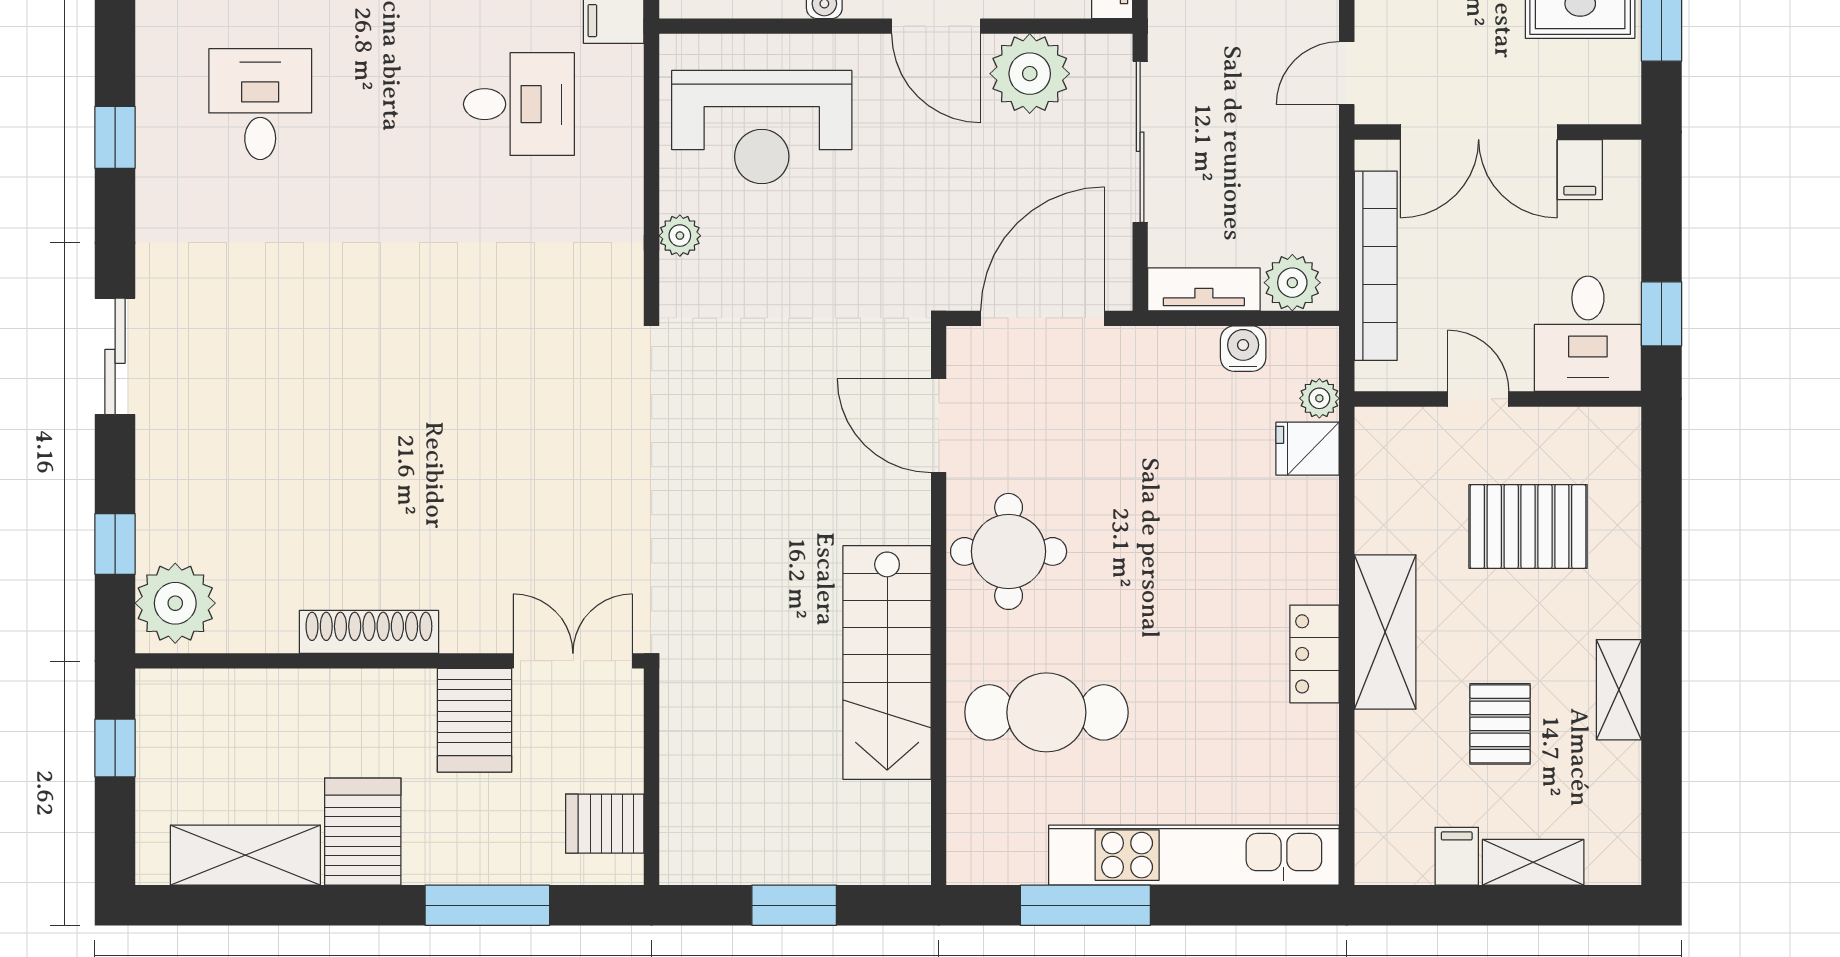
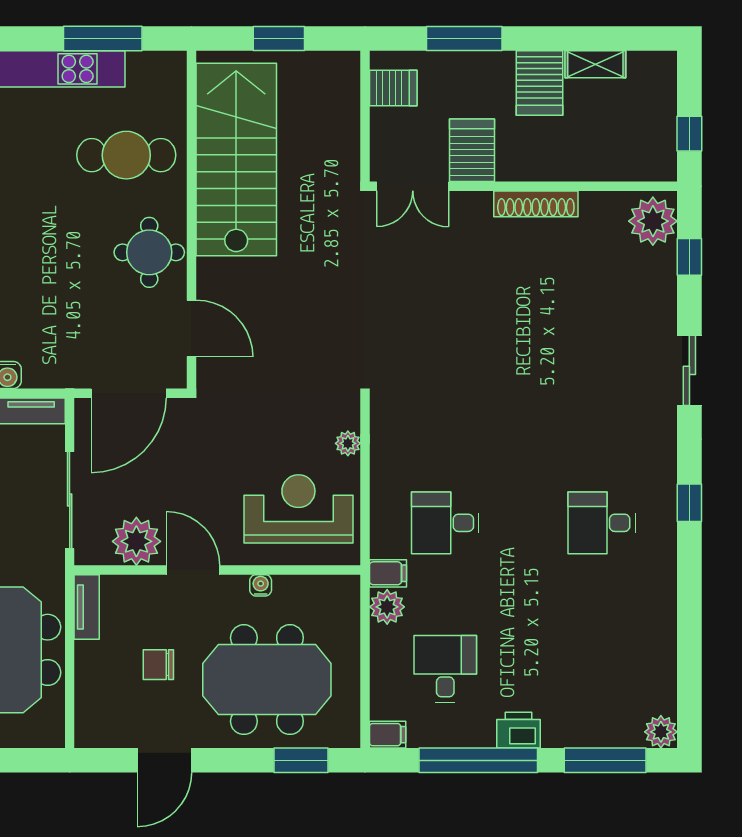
desk: (260, 104) -> (602, 523), turned 90
stairs: (887, 663) -> (236, 160), width x1.36, depth x1.51
shelving: (245, 855) -> (595, 64), width x0.67, depth x0.75

